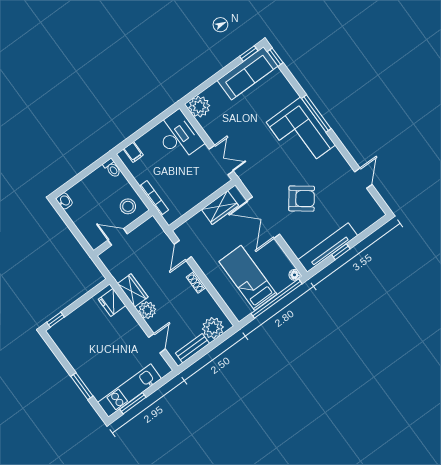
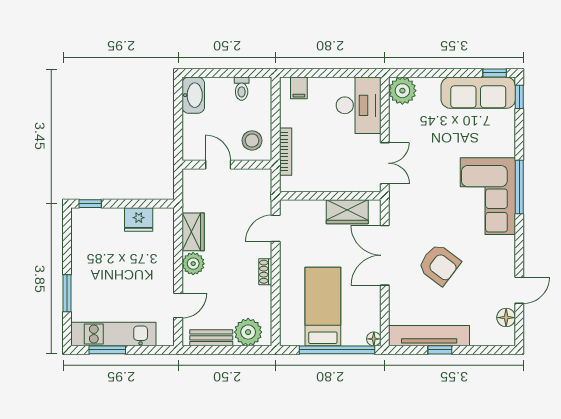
toilet: (112, 168) -> (242, 89), moved
washbasin: (64, 201) -> (193, 95), width x1.91, depth x1.45
floor lamp: (367, 201) -> (506, 318), added
fridge: (112, 302) -> (139, 220), moved, turned -90

